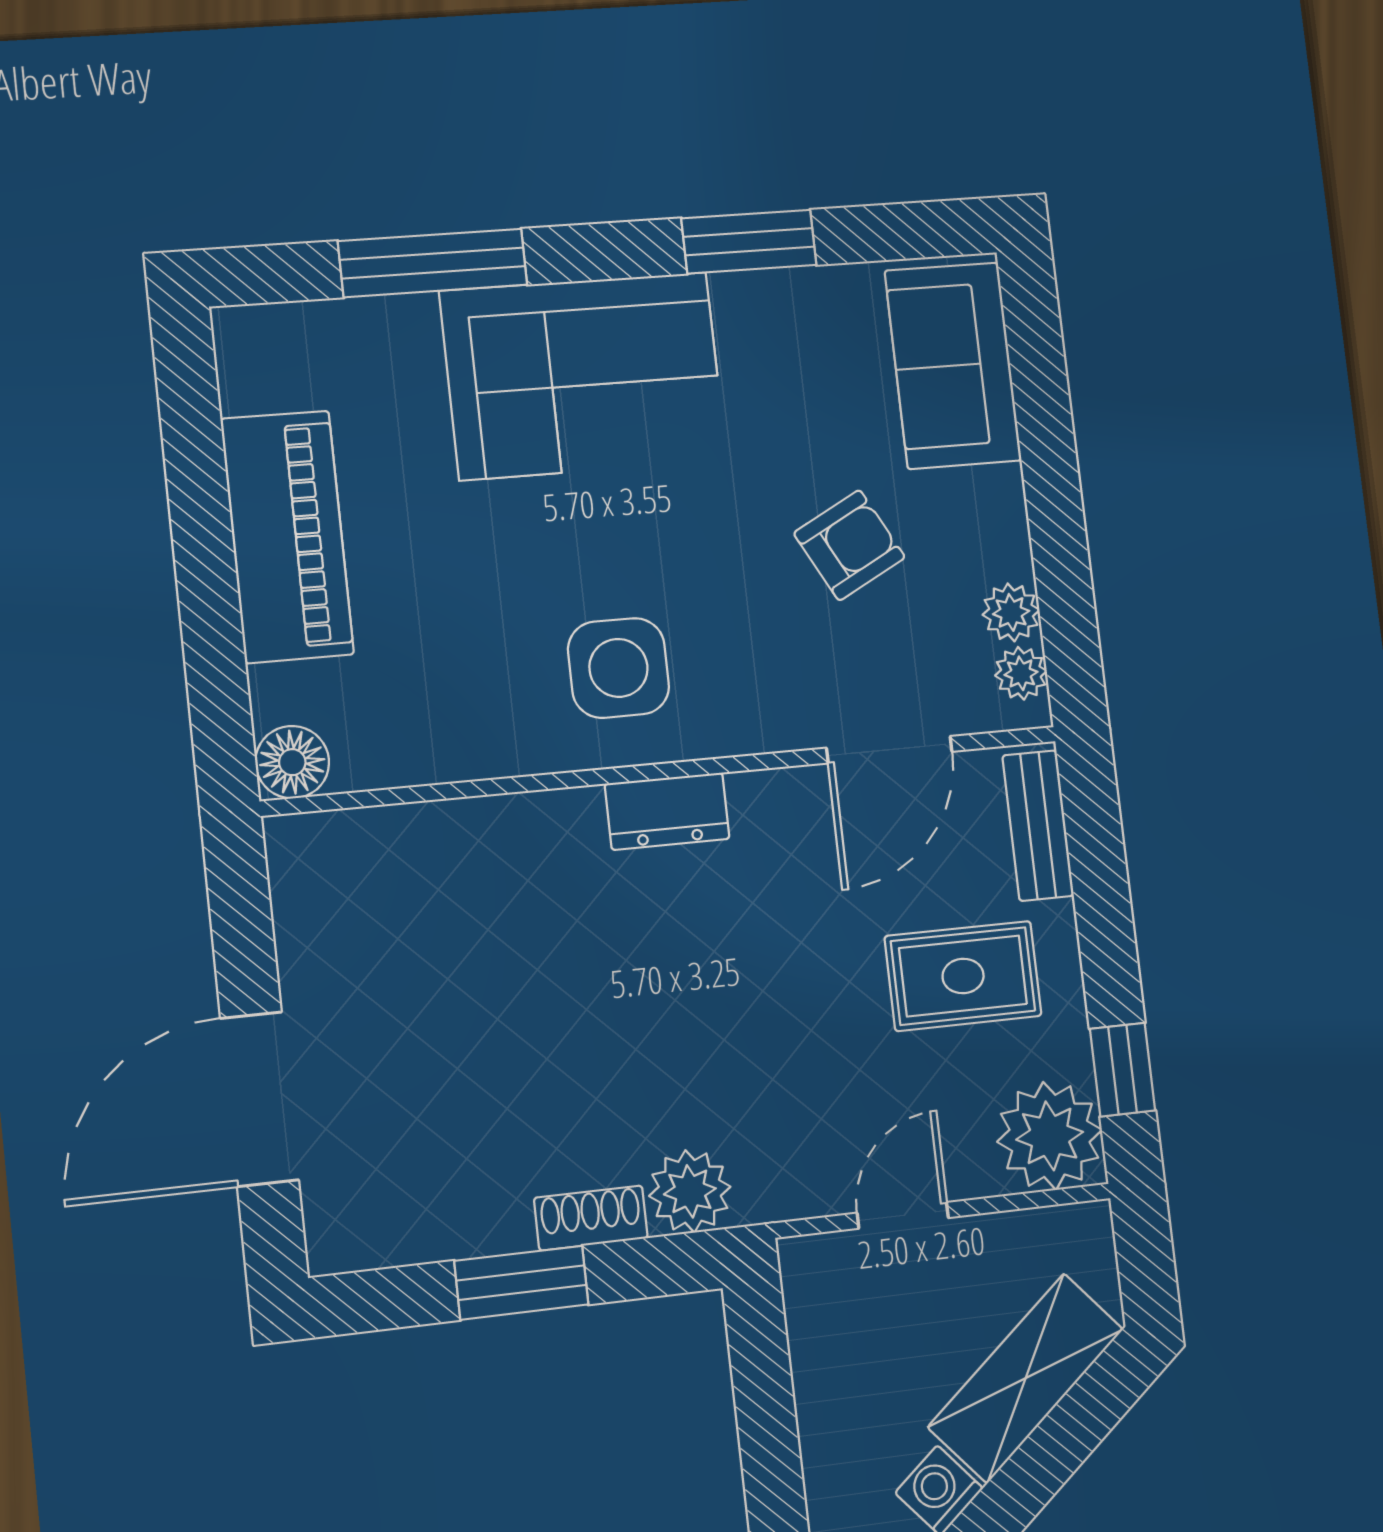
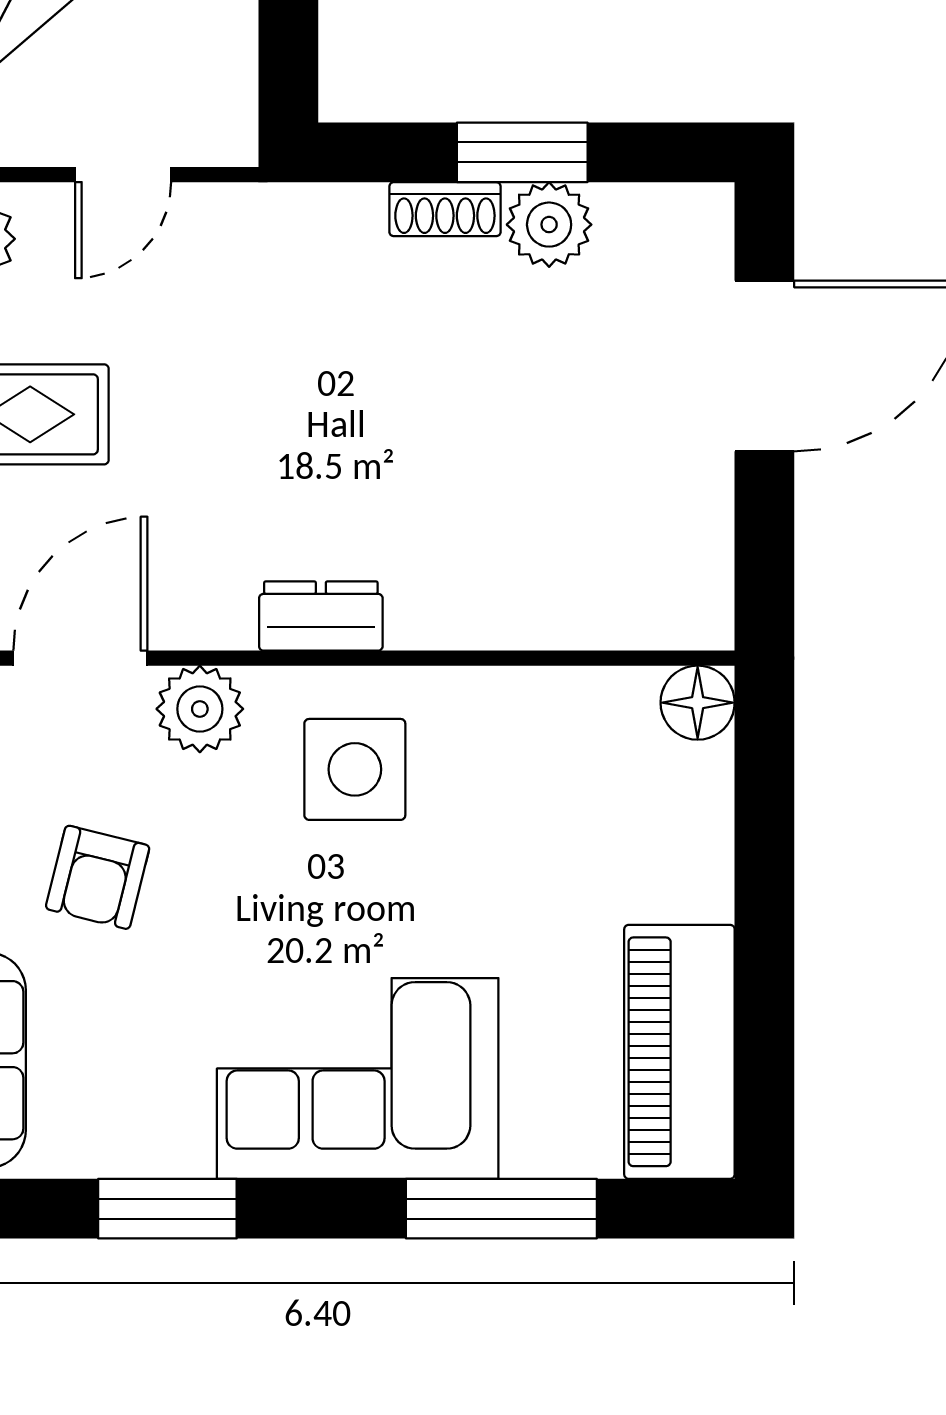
piano: (287, 537) -> (679, 1052), moved
armchair: (849, 545) -> (98, 877), turned -48
plant: (772, 712) -> (200, 709), added
plant: (690, 1191) -> (549, 225), moved

